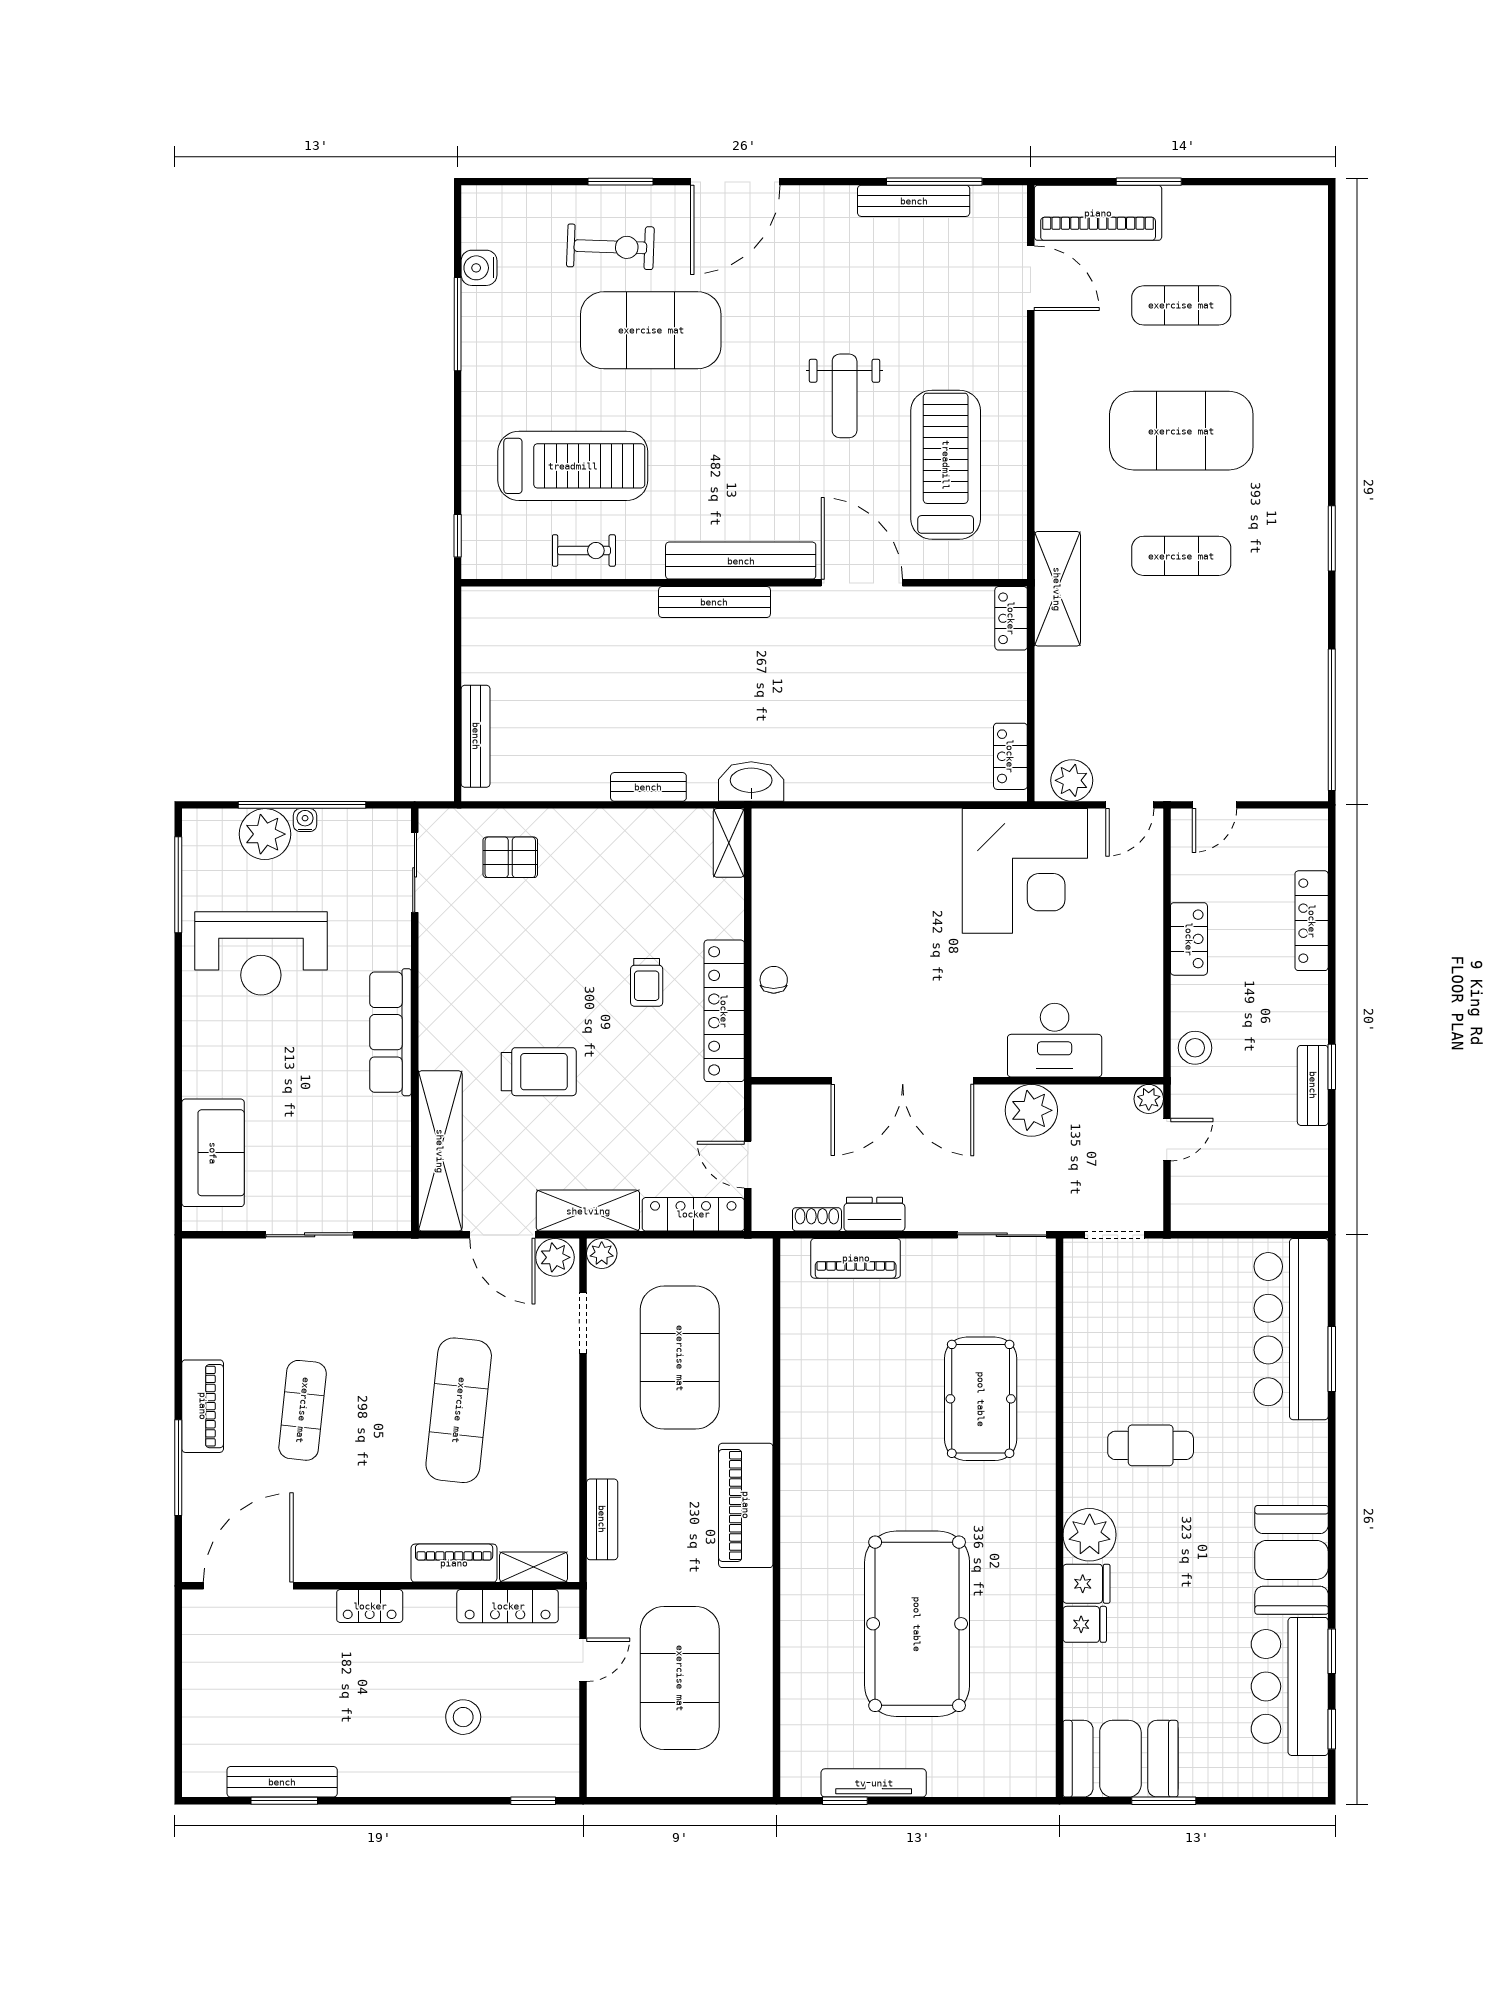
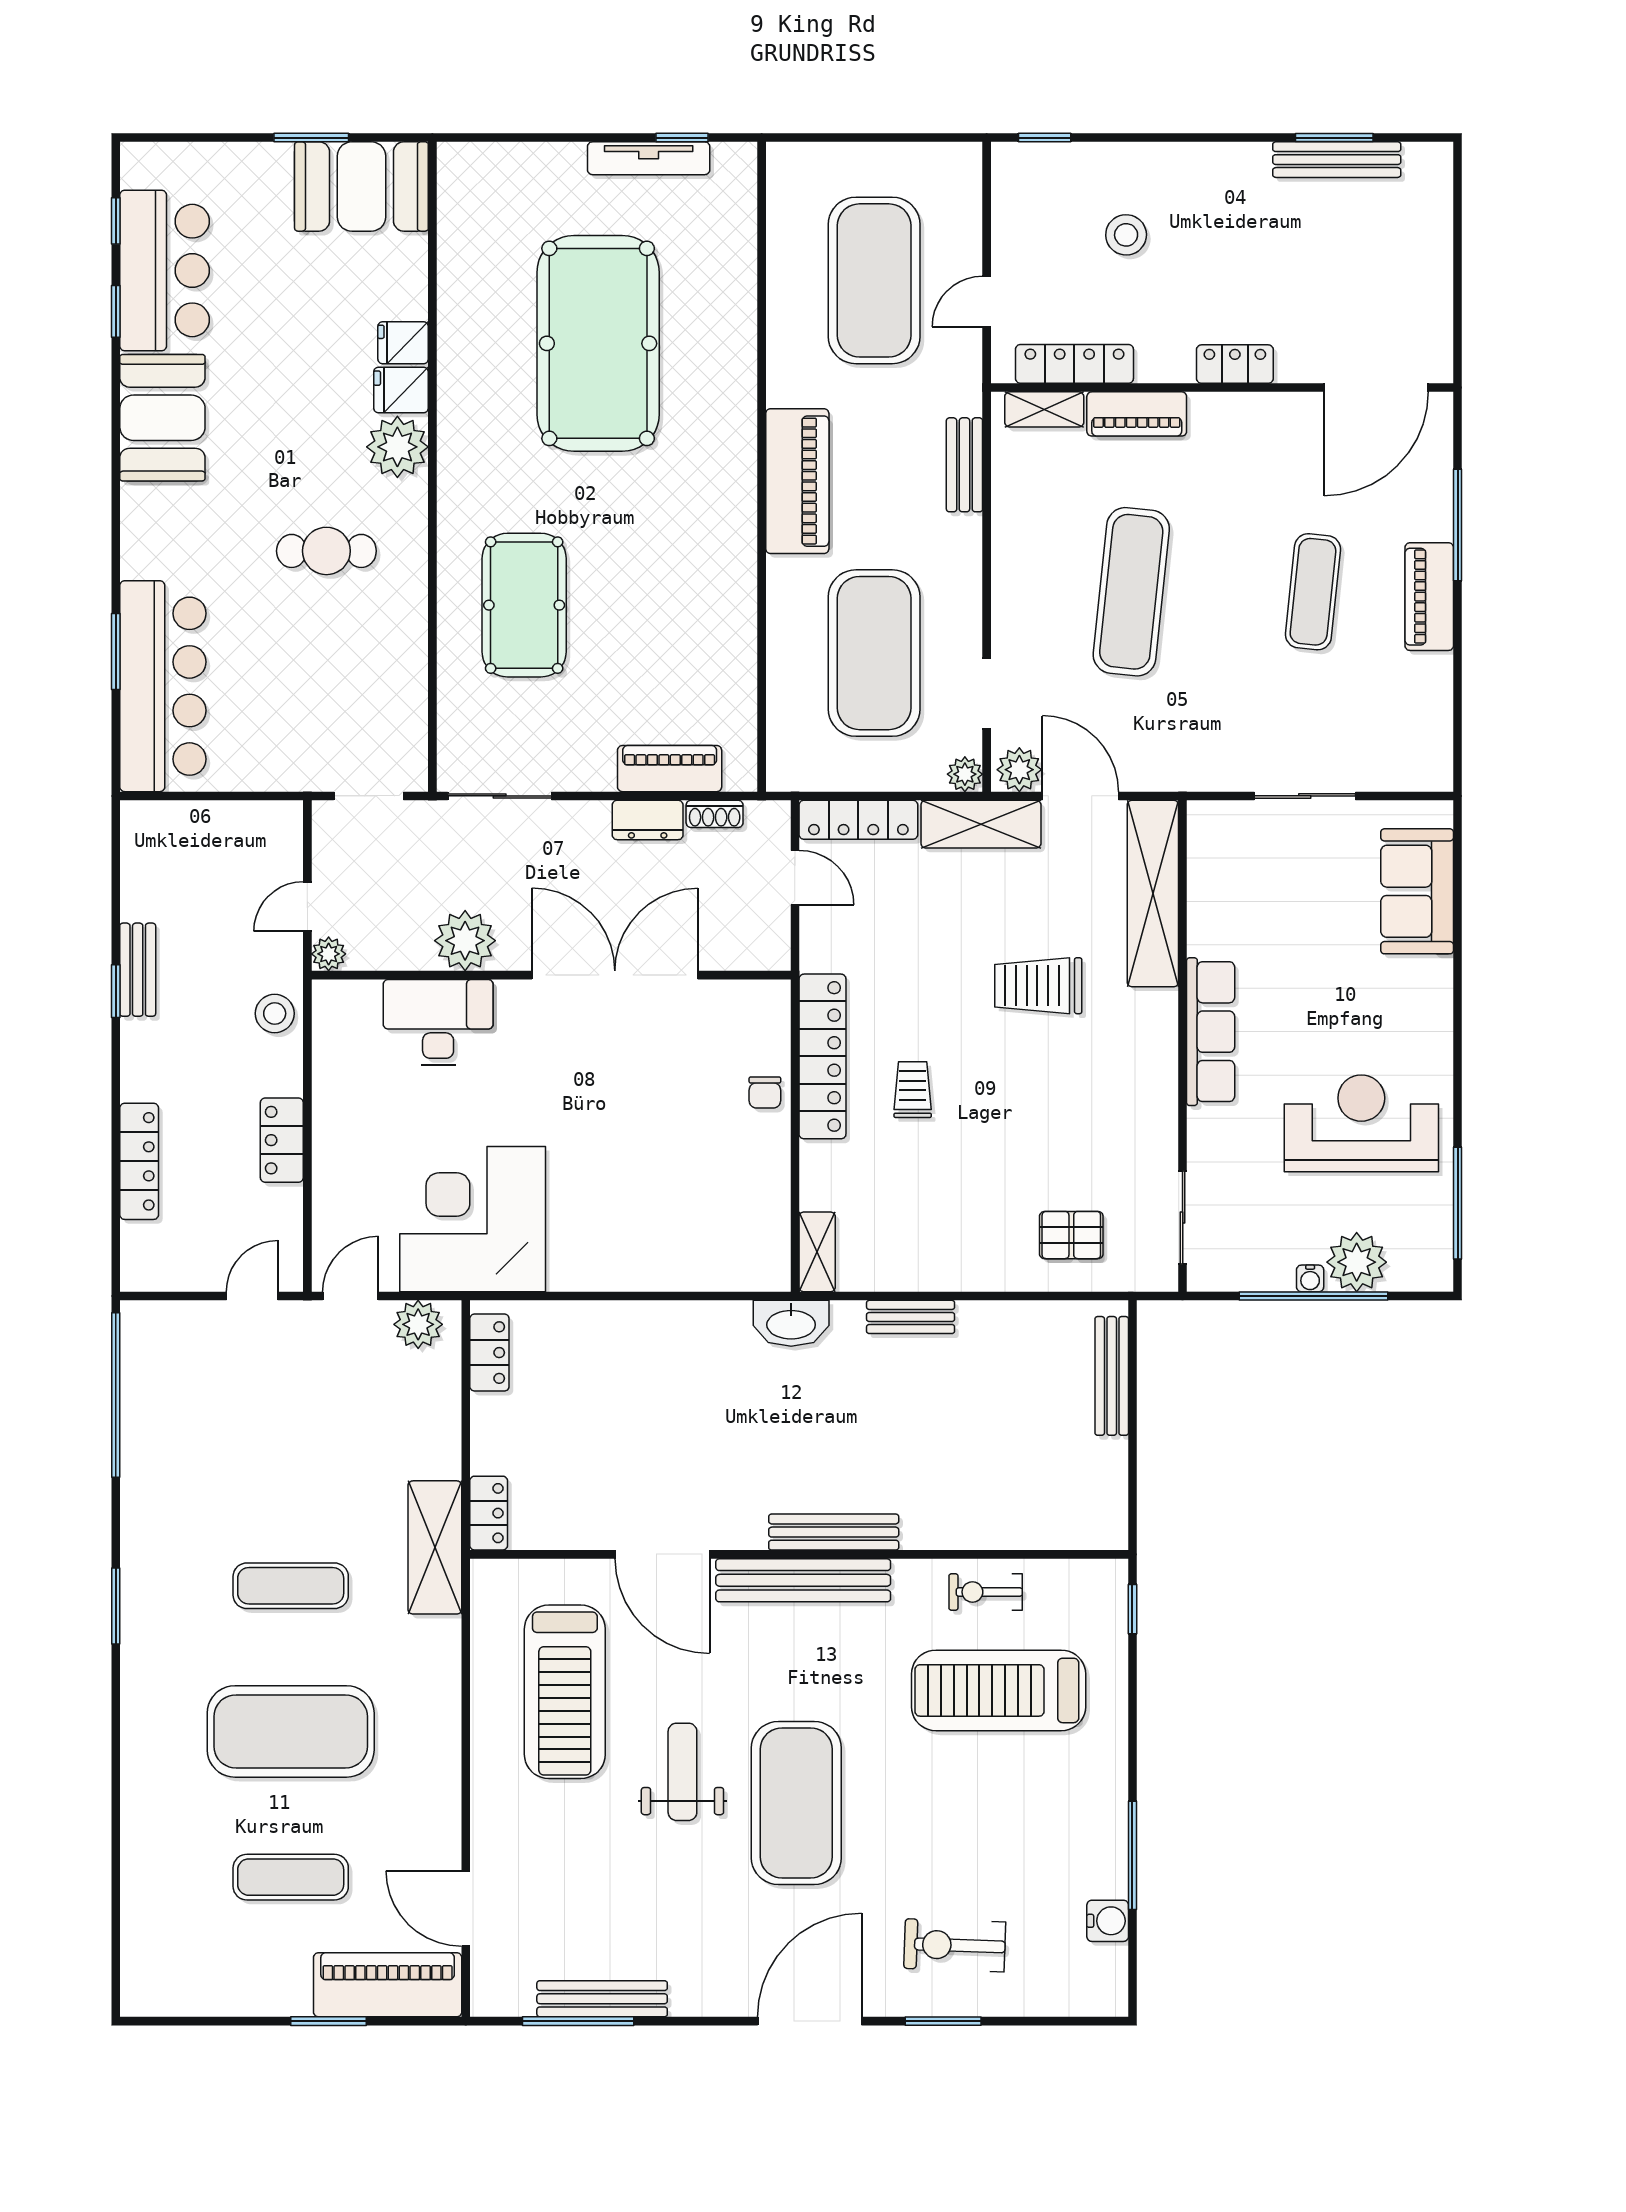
exercise mat: (651, 330) -> (796, 1803), moved, turned 90

